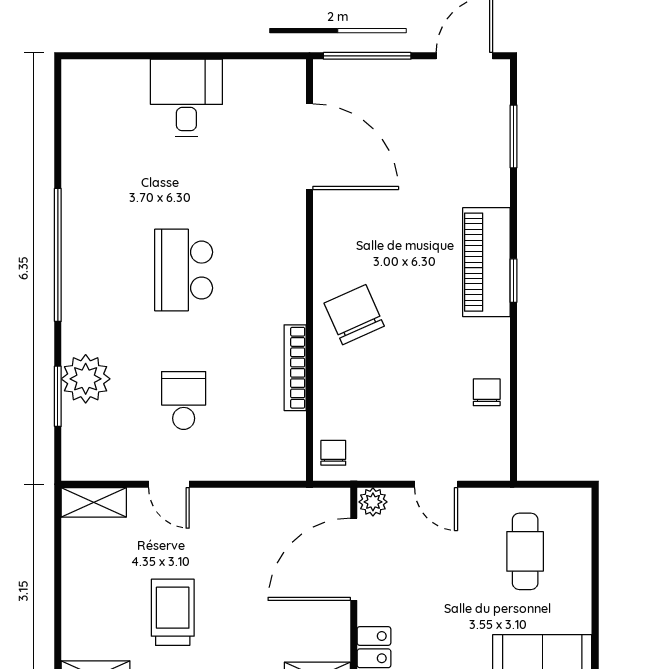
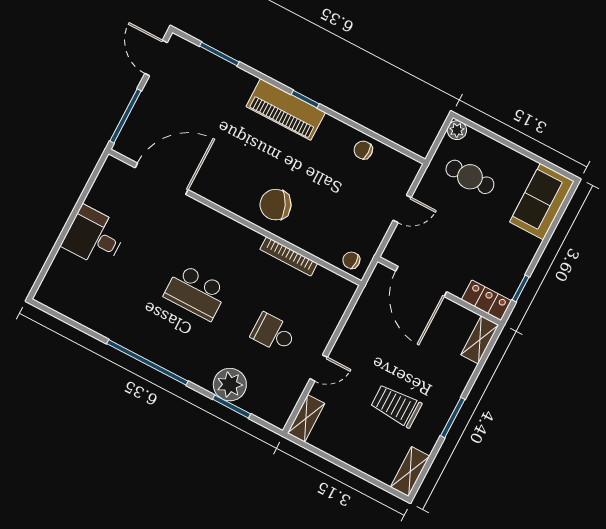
plant: (373, 502) -> (457, 130), moved

